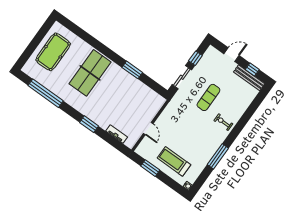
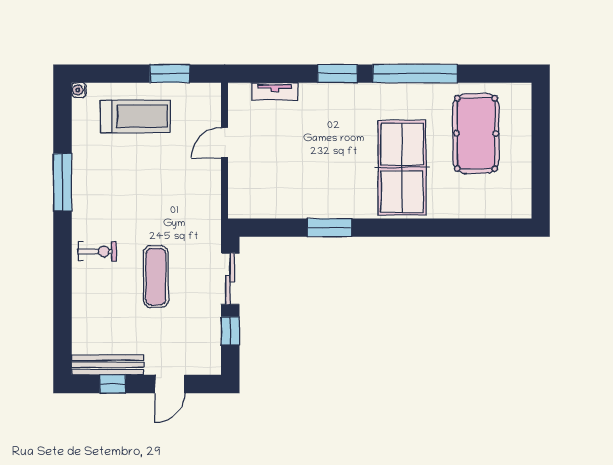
pool table: (53, 52) -> (476, 133), moved
window: (46, 93) -> (415, 74), moved
door: (148, 128) -> (225, 143), hinge flipped

